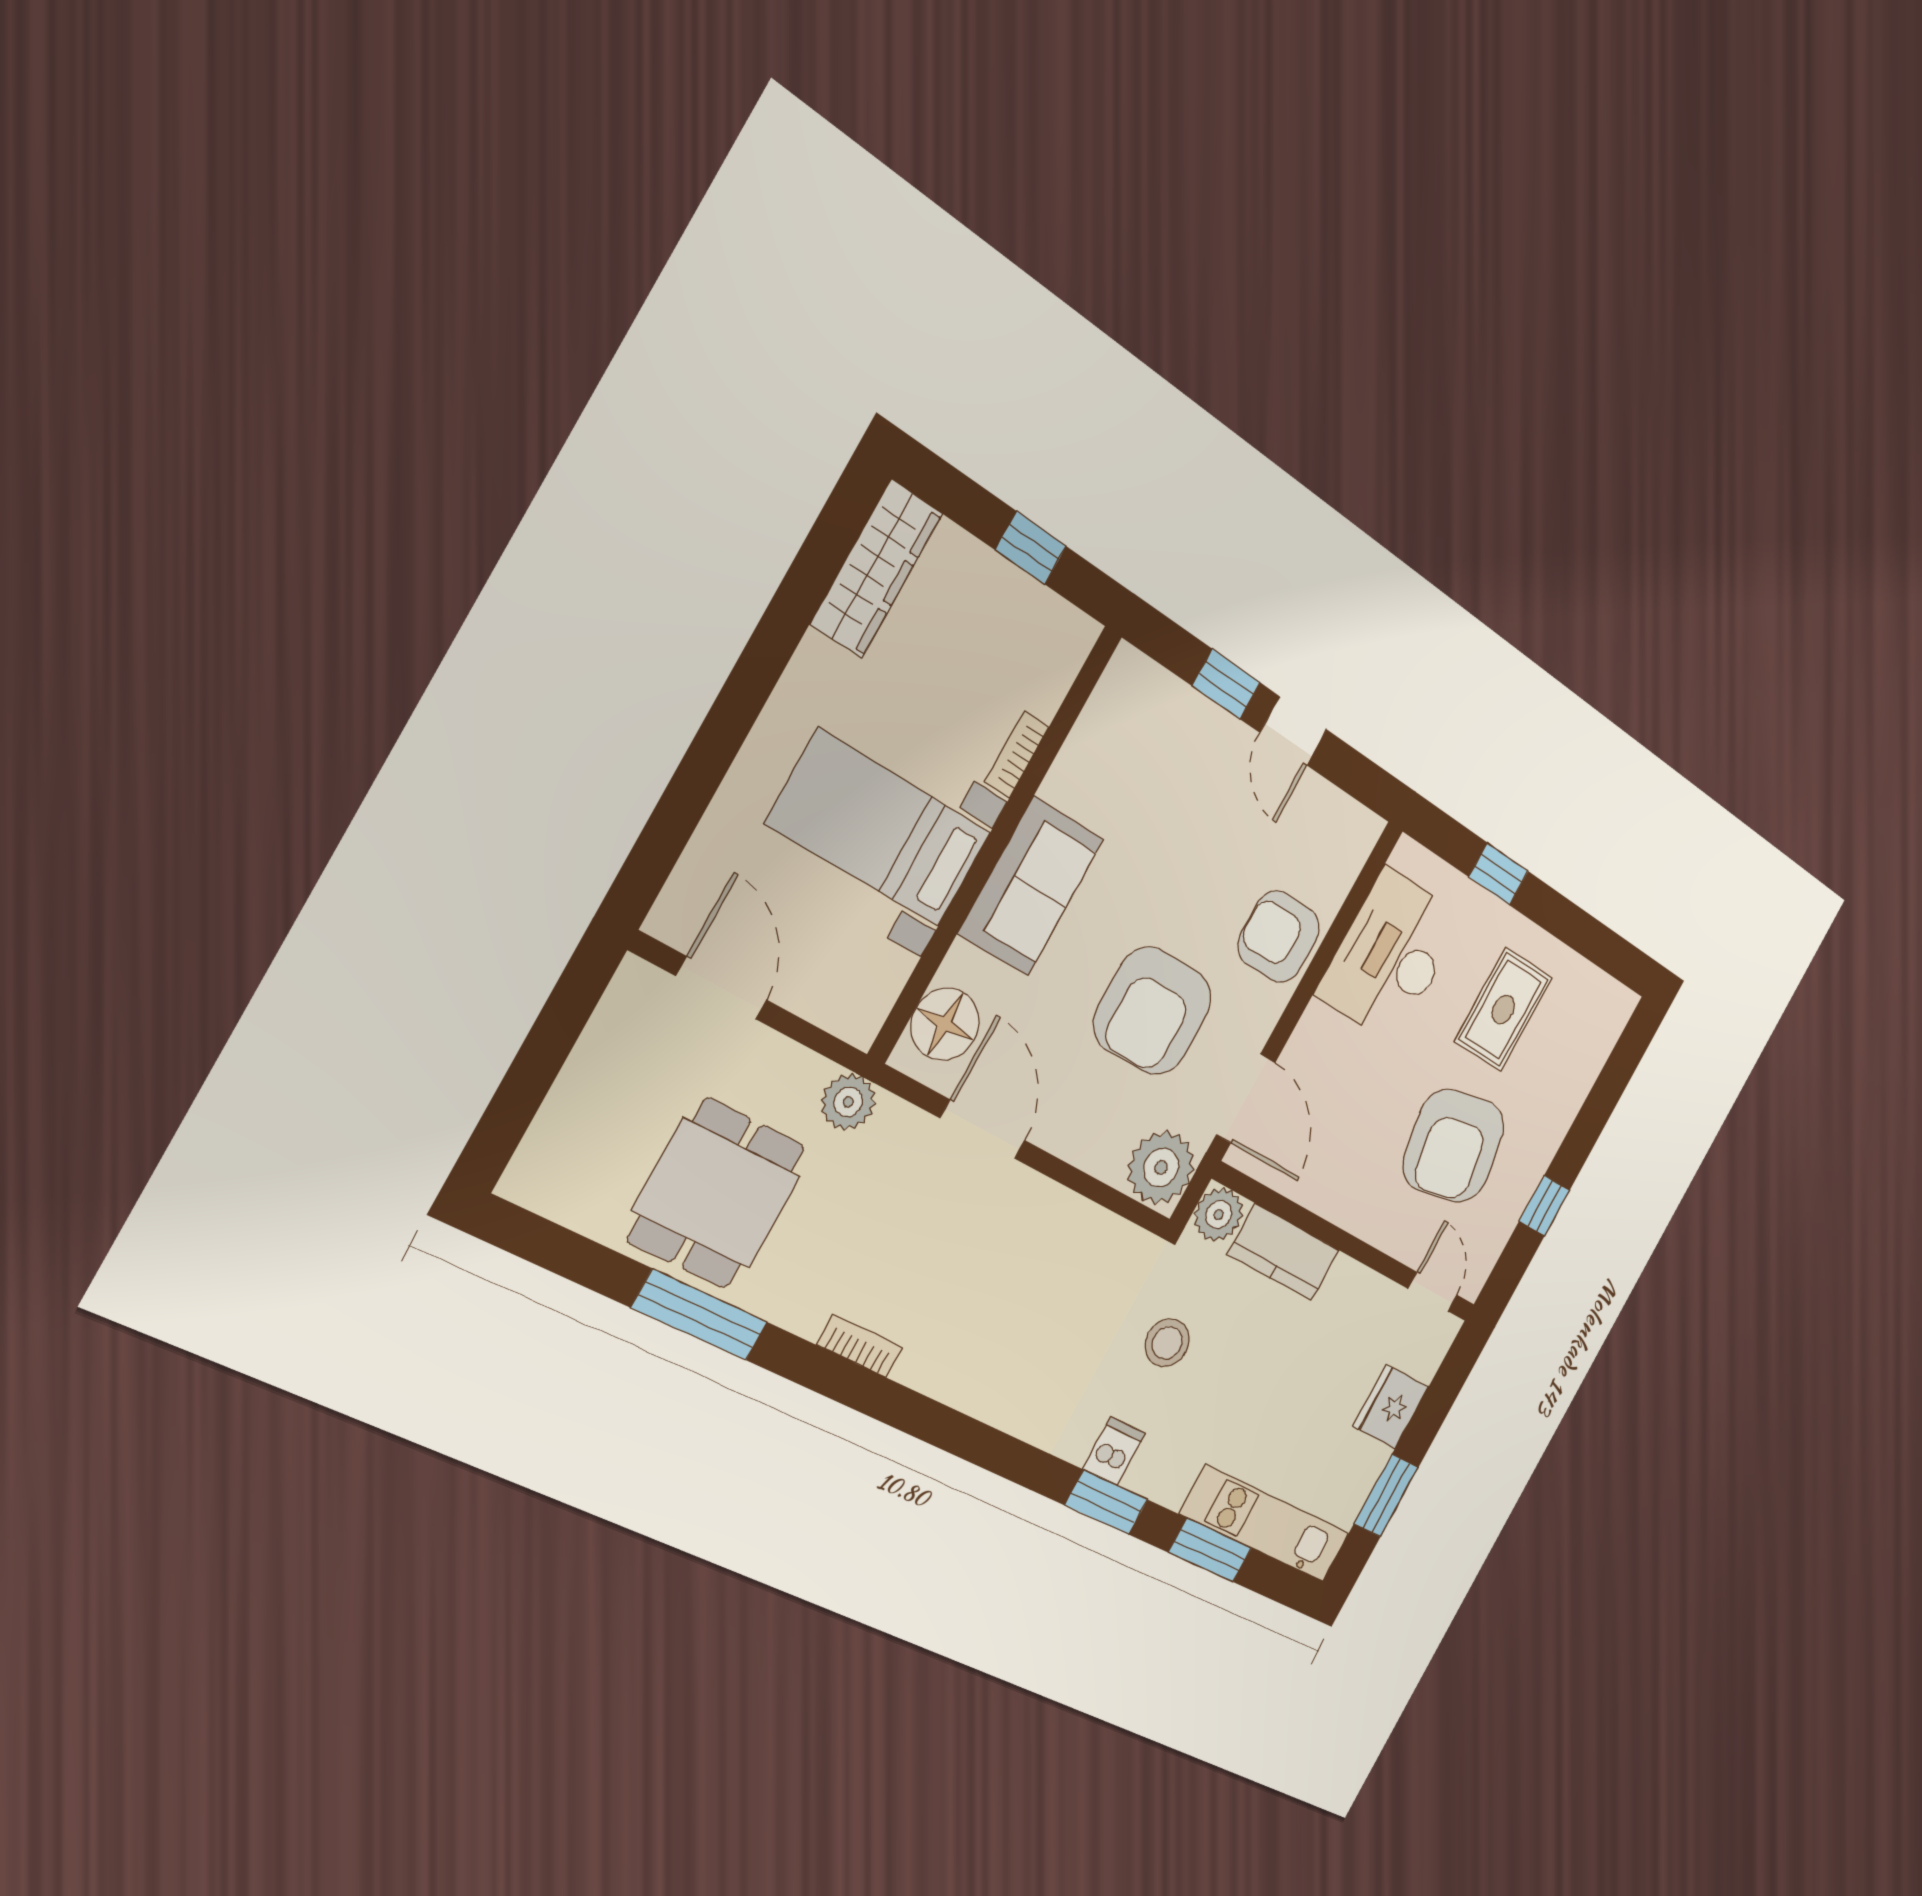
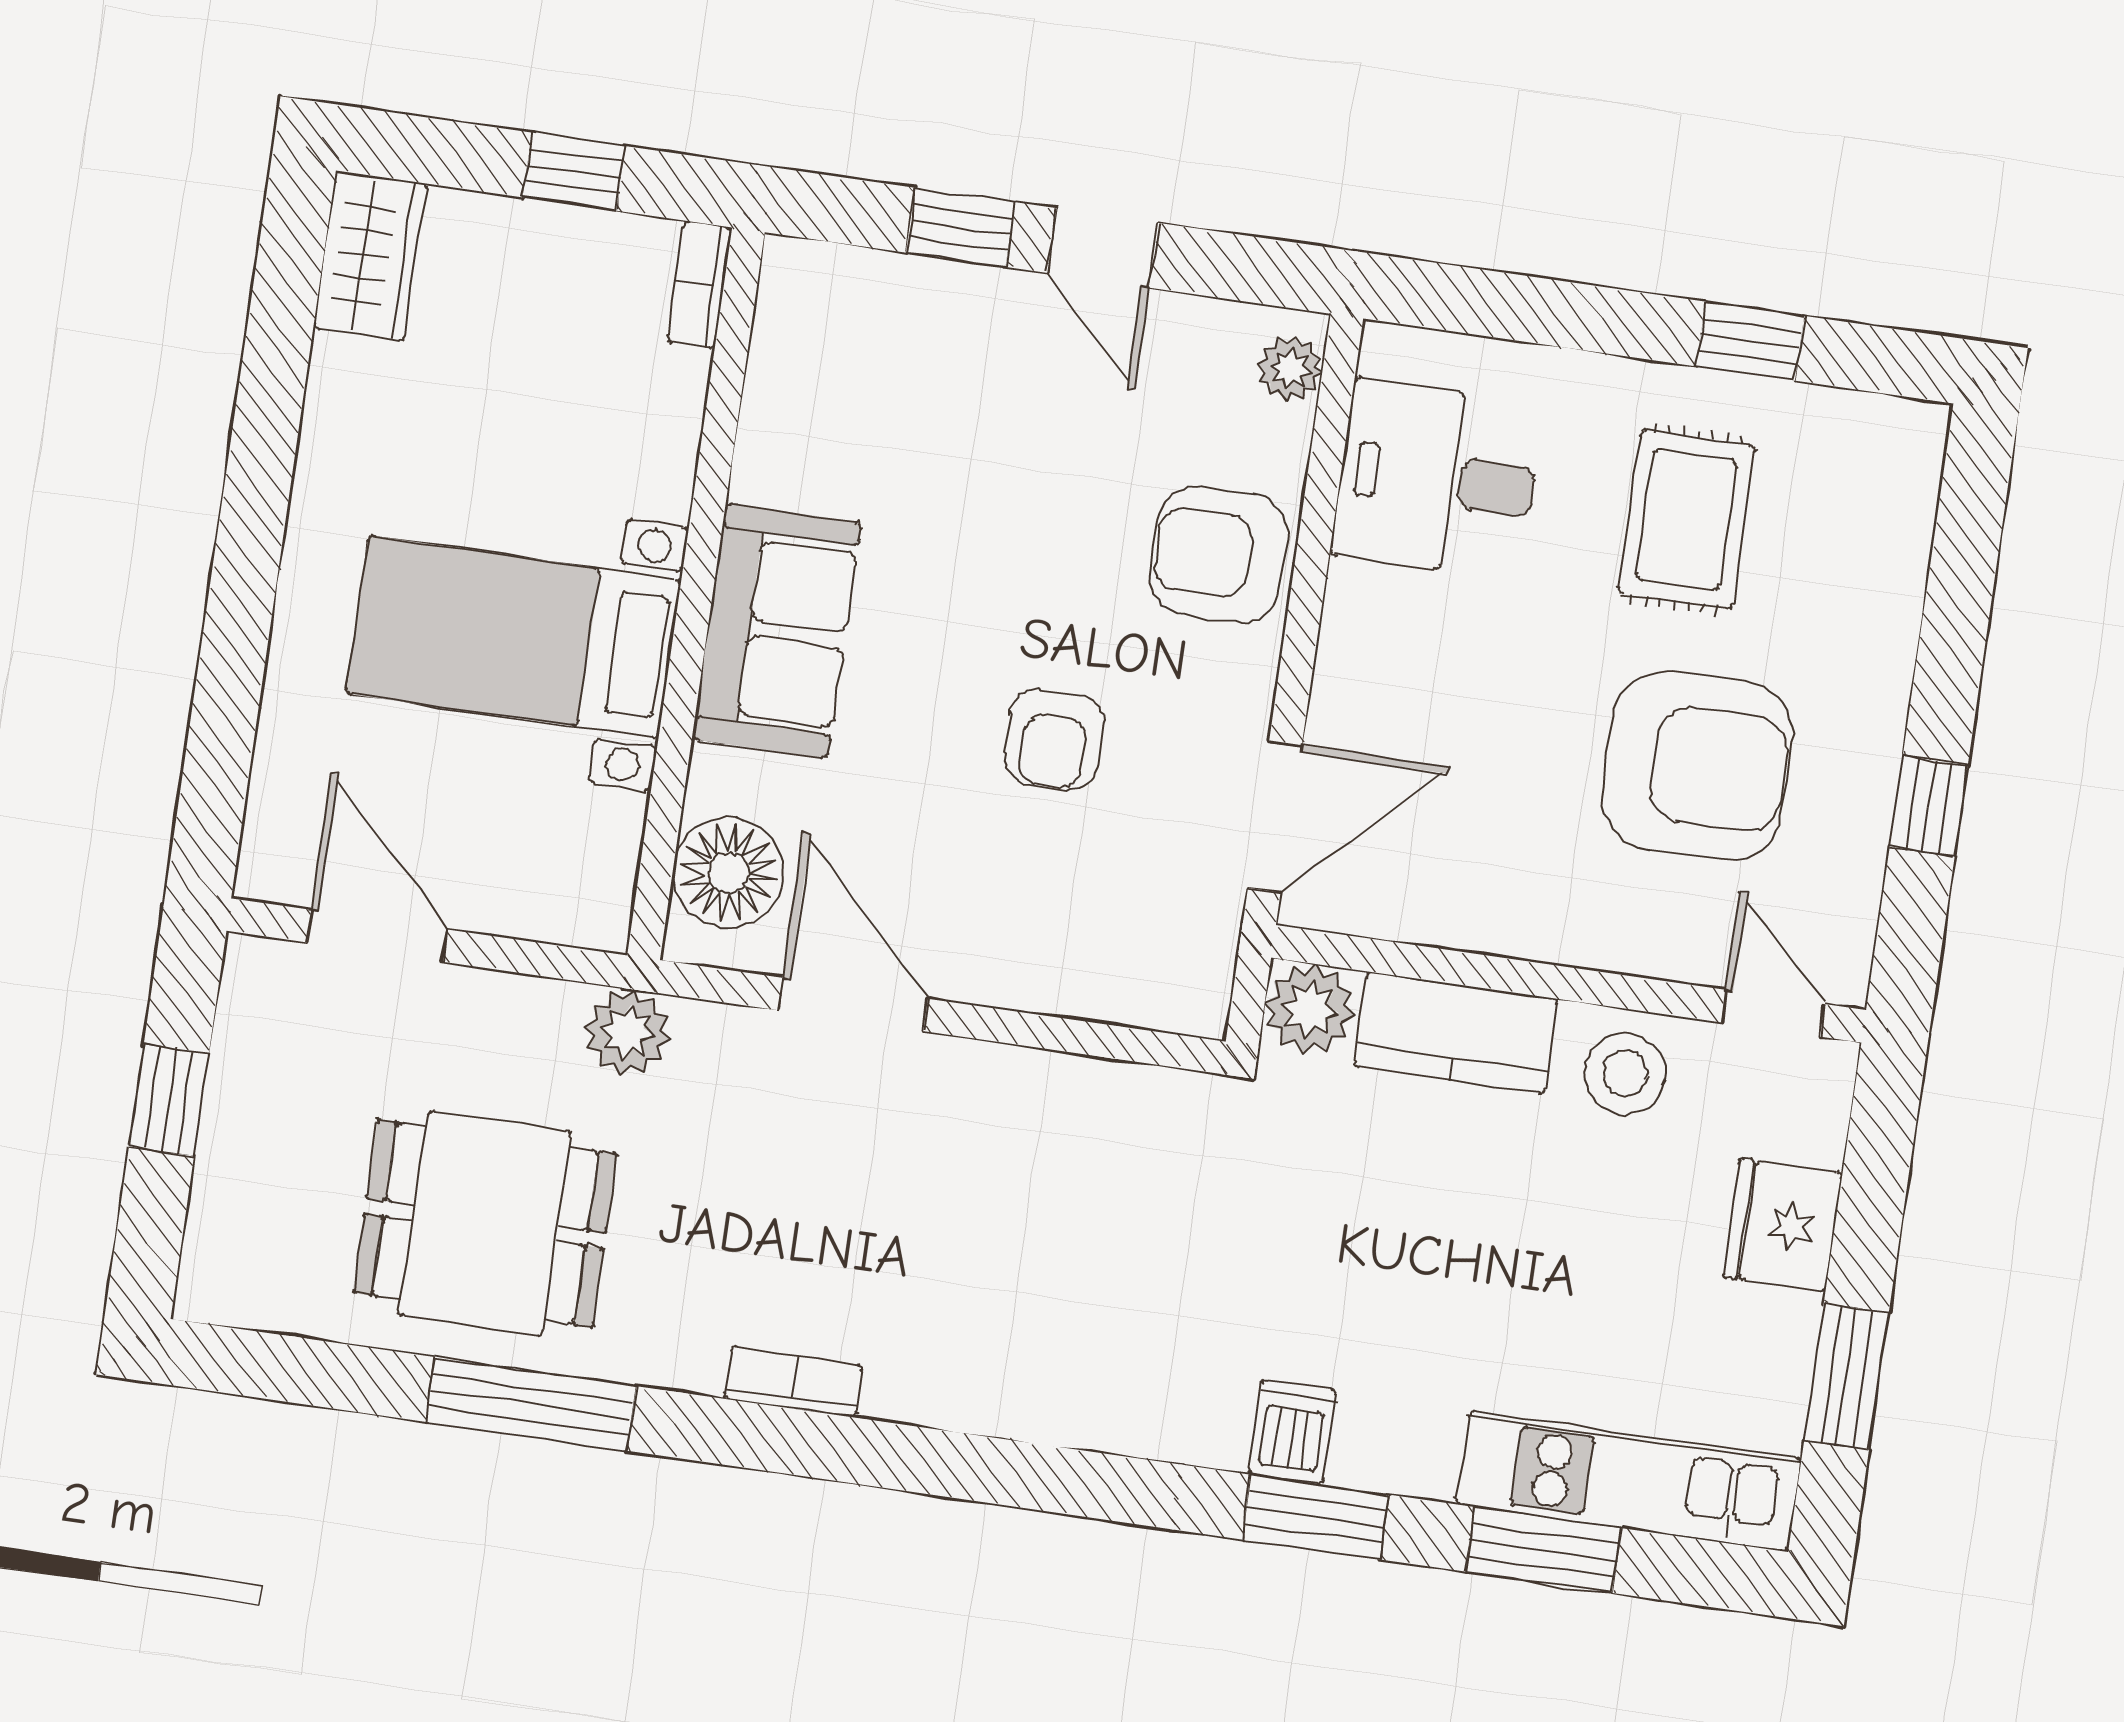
wardrobe: (876, 569) -> (370, 256), width x0.67
bookcase: (1017, 754) -> (699, 284), moved
window: (1499, 874) -> (1750, 341), moved
desk: (1390, 956) -> (1437, 479), width x0.73
armchair: (1153, 1011) -> (1054, 740), width x0.53, depth x0.53
window: (546, 1049) -> (169, 1100), added
door: (1246, 1099) -> (1275, 816), hinge flipped
armchair: (1453, 1146) -> (1697, 766), turned -79
plant: (1161, 1168) -> (1290, 369), moved, width x0.53, depth x0.53
dining table: (716, 1193) -> (485, 1223), turned 90
stool: (1167, 1343) -> (1625, 1073), moved

